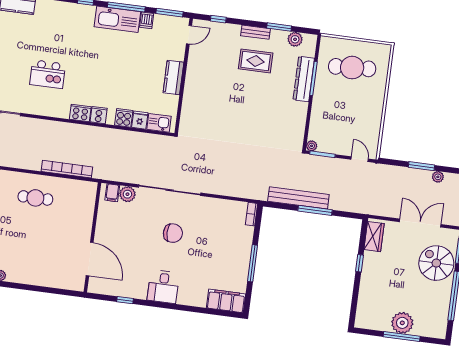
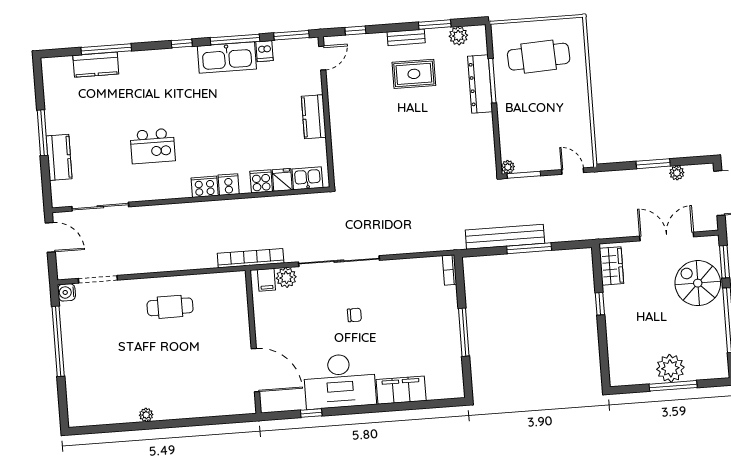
bookcase: (67, 169) -> (251, 258), moved
chair: (173, 233) -> (354, 315), width x0.54, depth x0.54
desk: (163, 287) -> (340, 381), width x1.87, depth x1.30
filing cabinet: (226, 301) -> (401, 390), moved

